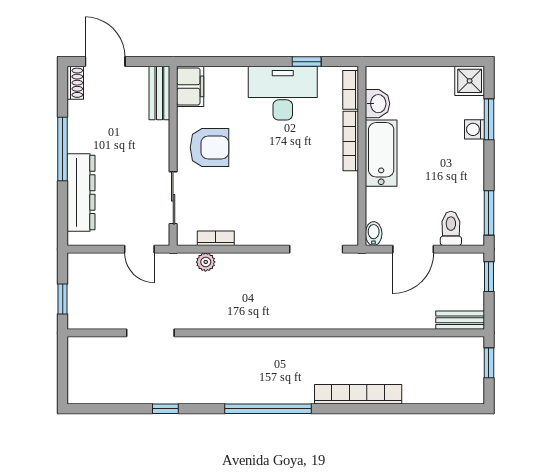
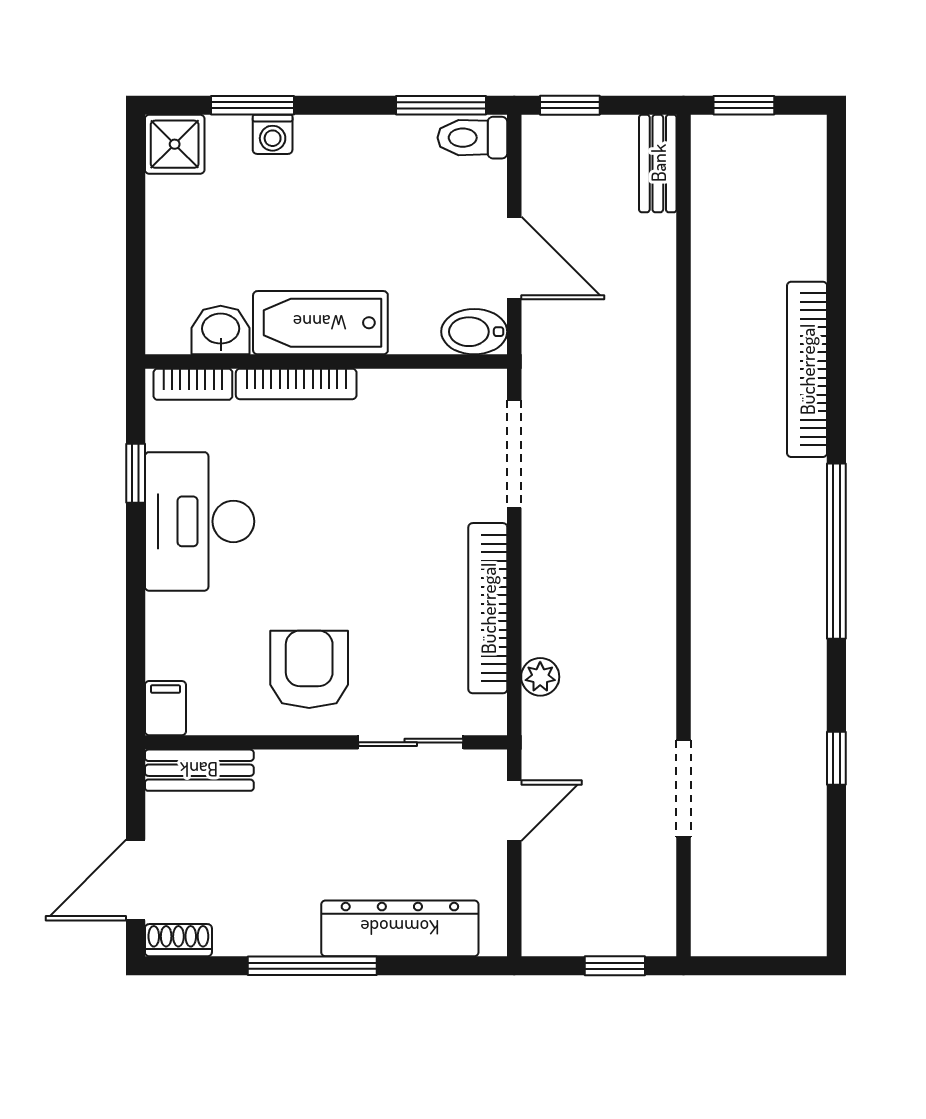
filing cabinet: (190, 86) -> (165, 708), width x0.50
toilet: (451, 228) -> (472, 138), moved
bidet: (374, 234) -> (474, 332), width x1.38, depth x1.36
bookcase: (216, 238) -> (488, 608), width x2.31, depth x1.31

